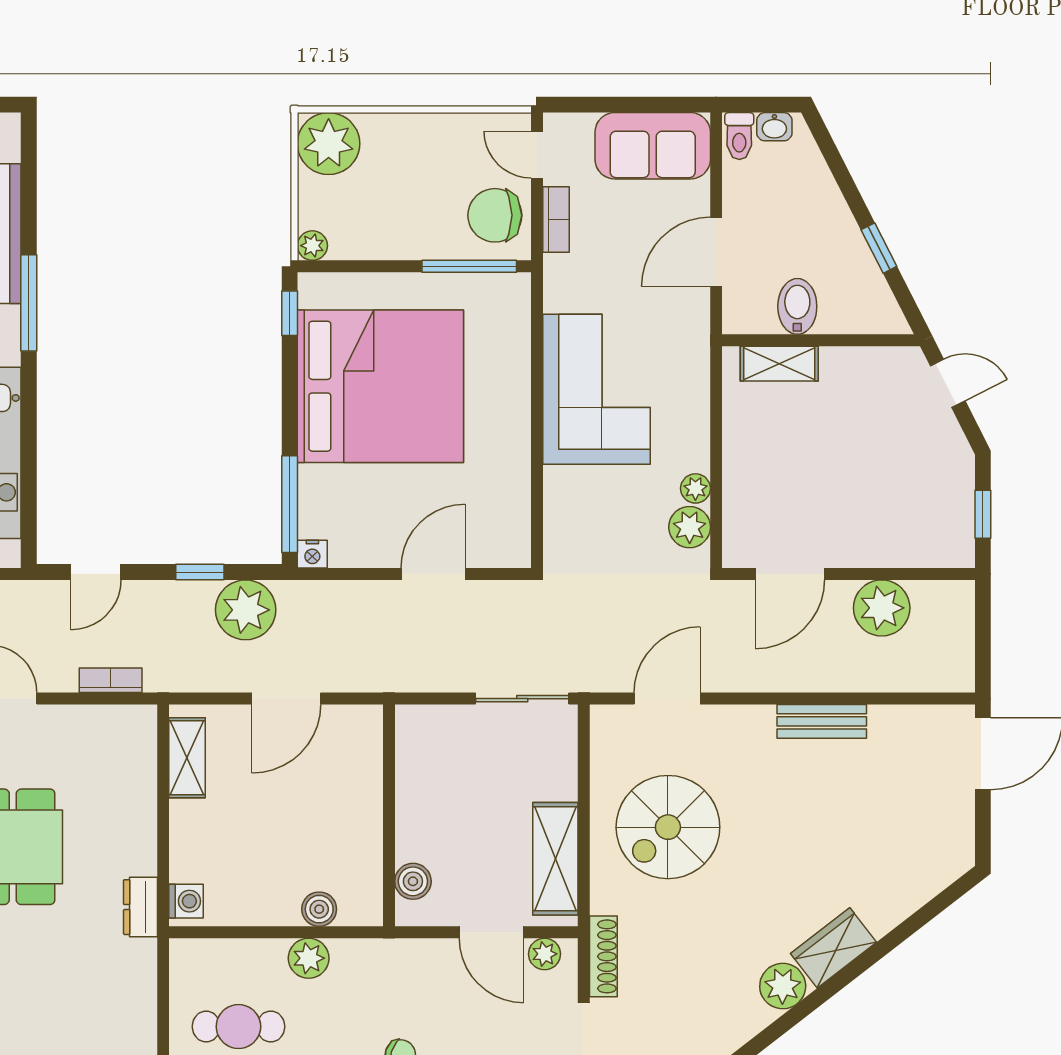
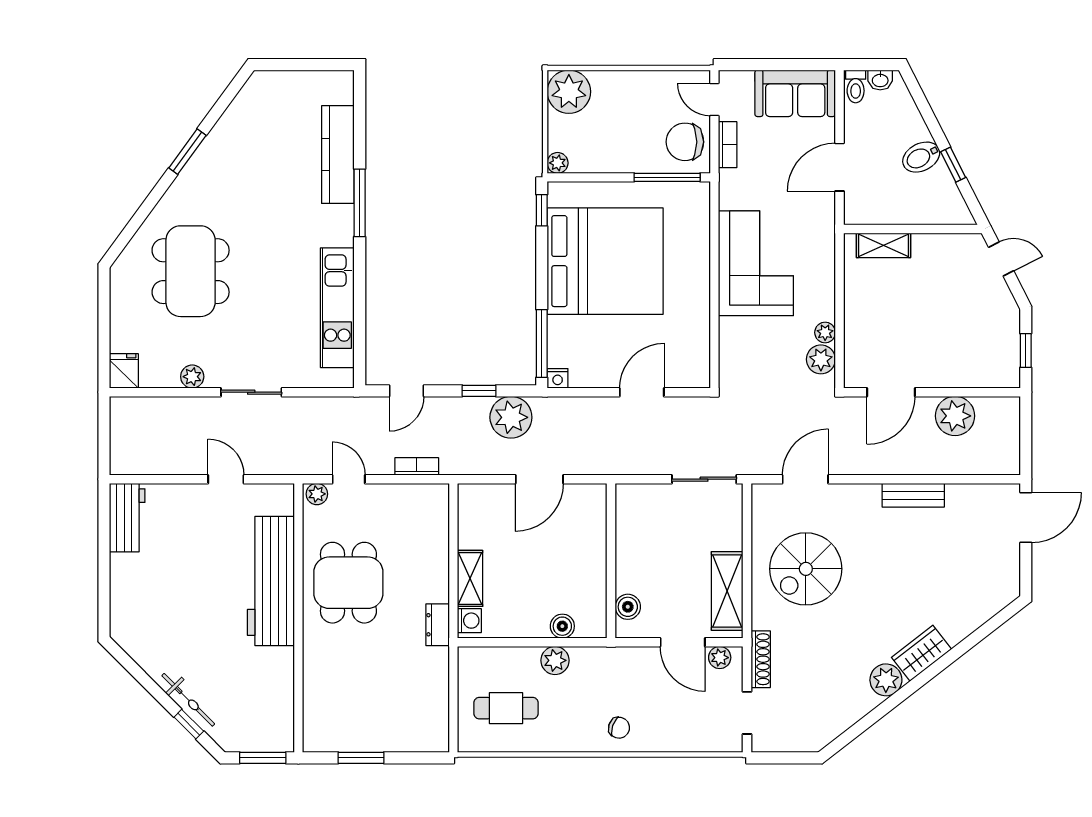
bidet: (797, 306) -> (921, 157), moved, turned -117
shelving: (187, 758) -> (470, 578), moved

